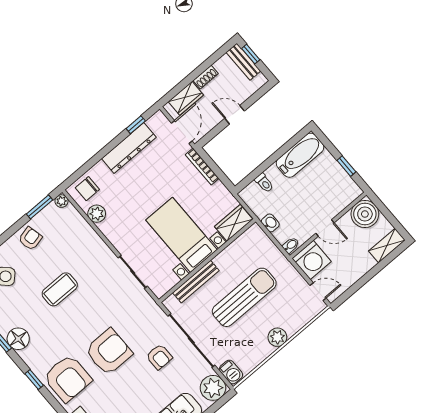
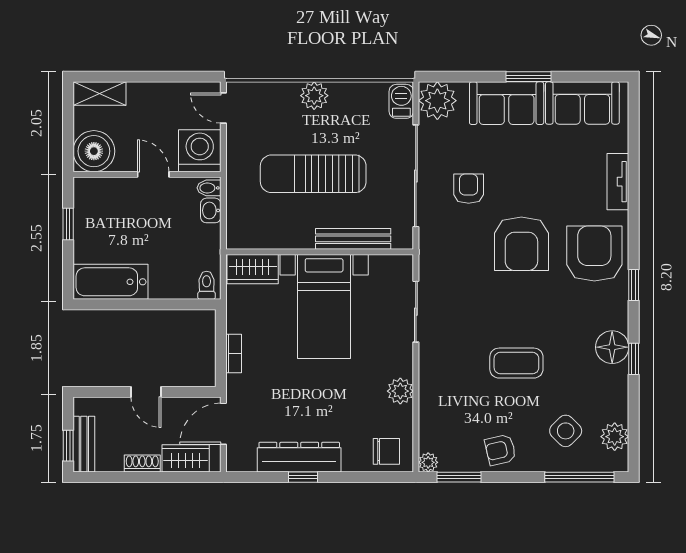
window: (136, 125) -> (303, 477), moved
bookcase: (202, 166) -> (234, 354), width x0.64
toilet: (264, 183) -> (207, 285), moved
plant: (97, 214) -> (400, 391), moved
washbasin: (270, 223) -> (211, 210), moved
armchair: (109, 352) -> (521, 244), turned -90

